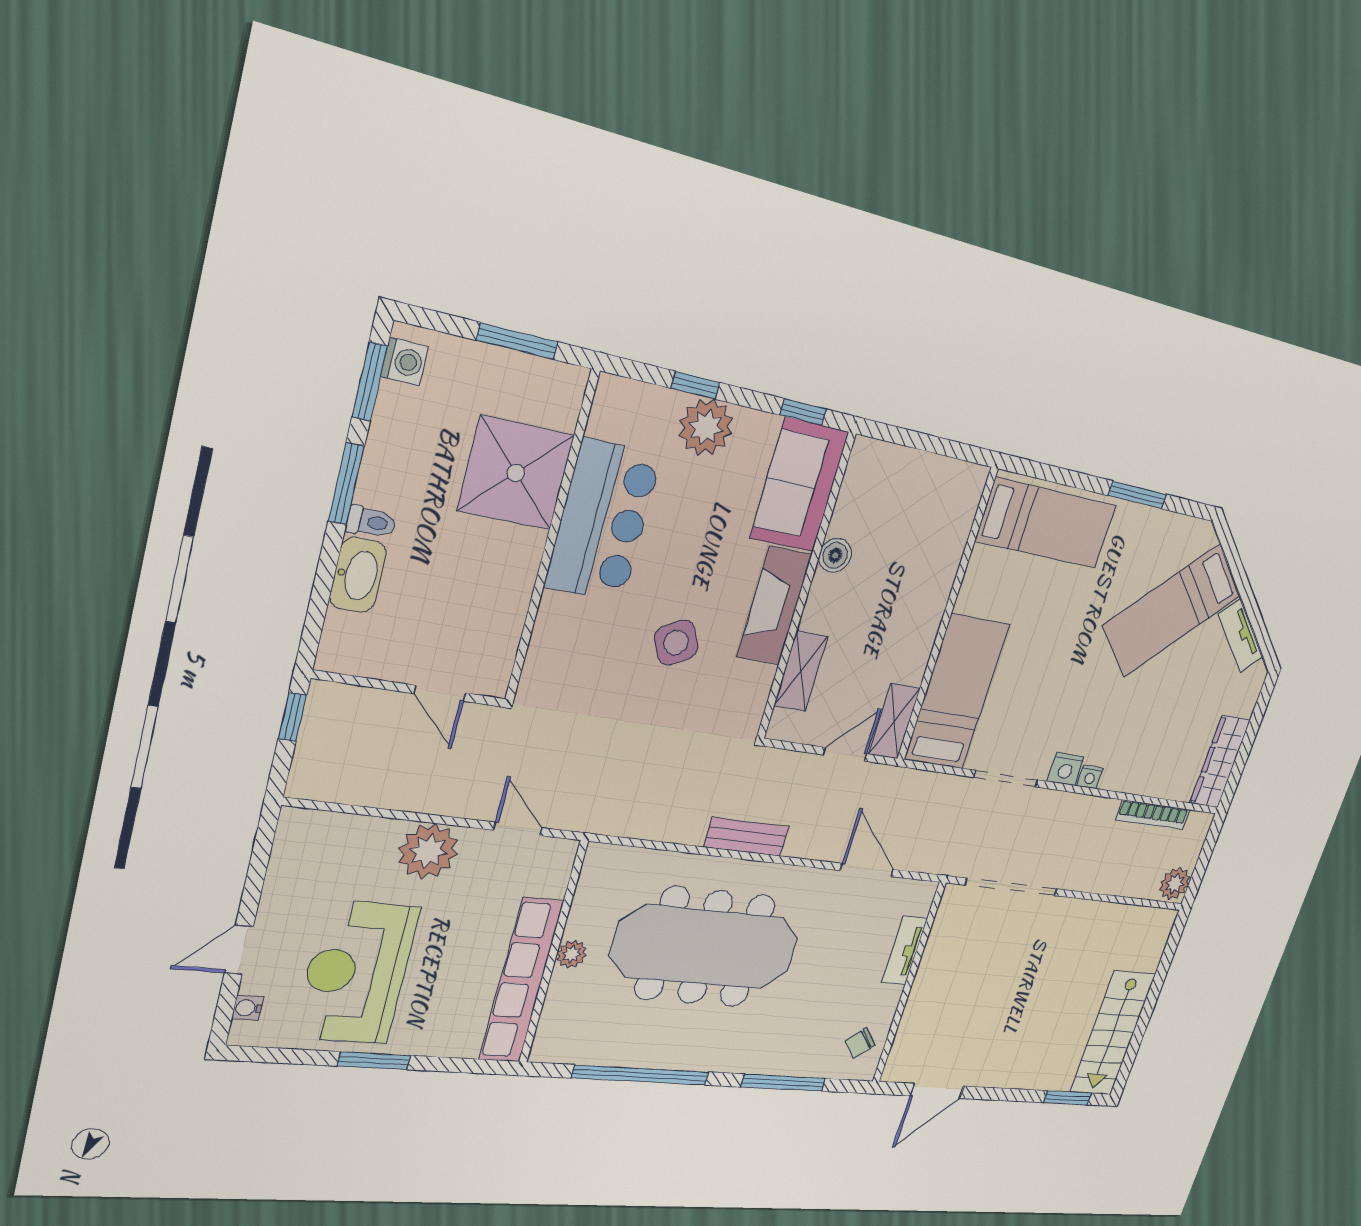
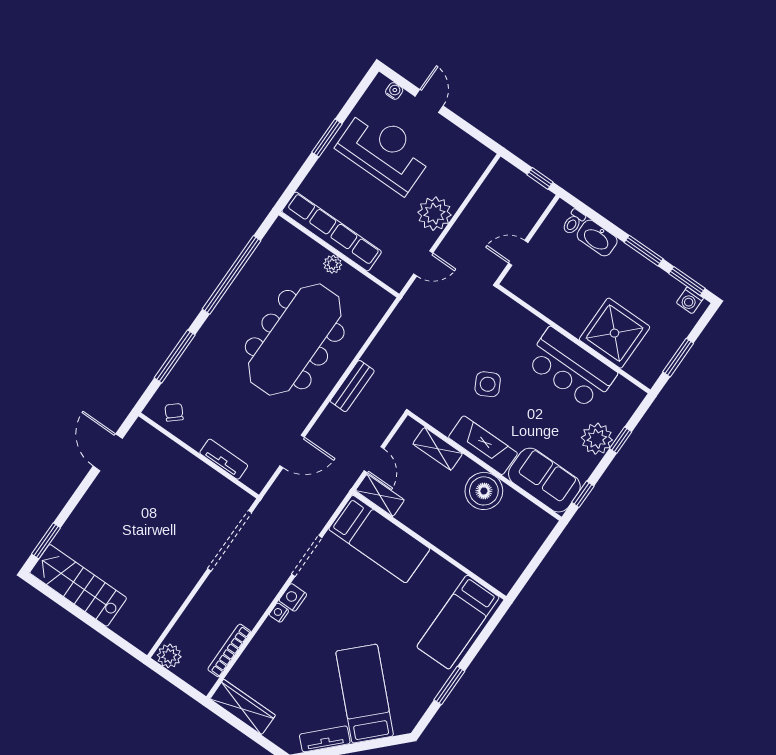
toilet: (371, 522) -> (573, 222), moved
boiler: (835, 555) -> (484, 491), width x1.86, depth x1.86

